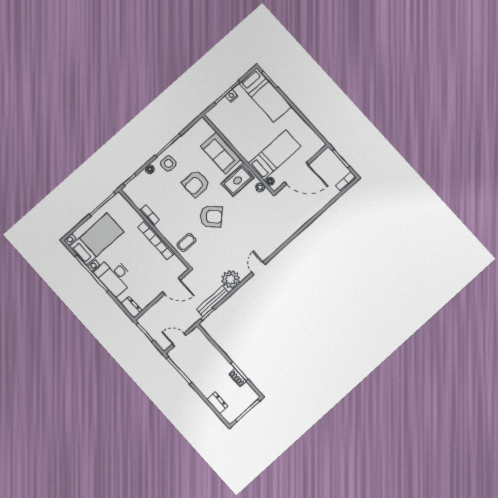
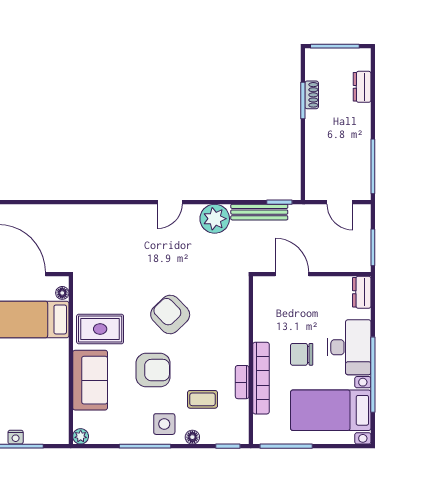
plant: (260, 187) -> (81, 436), moved
bookcase: (156, 240) -> (261, 378), moved
coffee table: (186, 243) -> (202, 399), moved
chair: (134, 253) -> (302, 354), added

